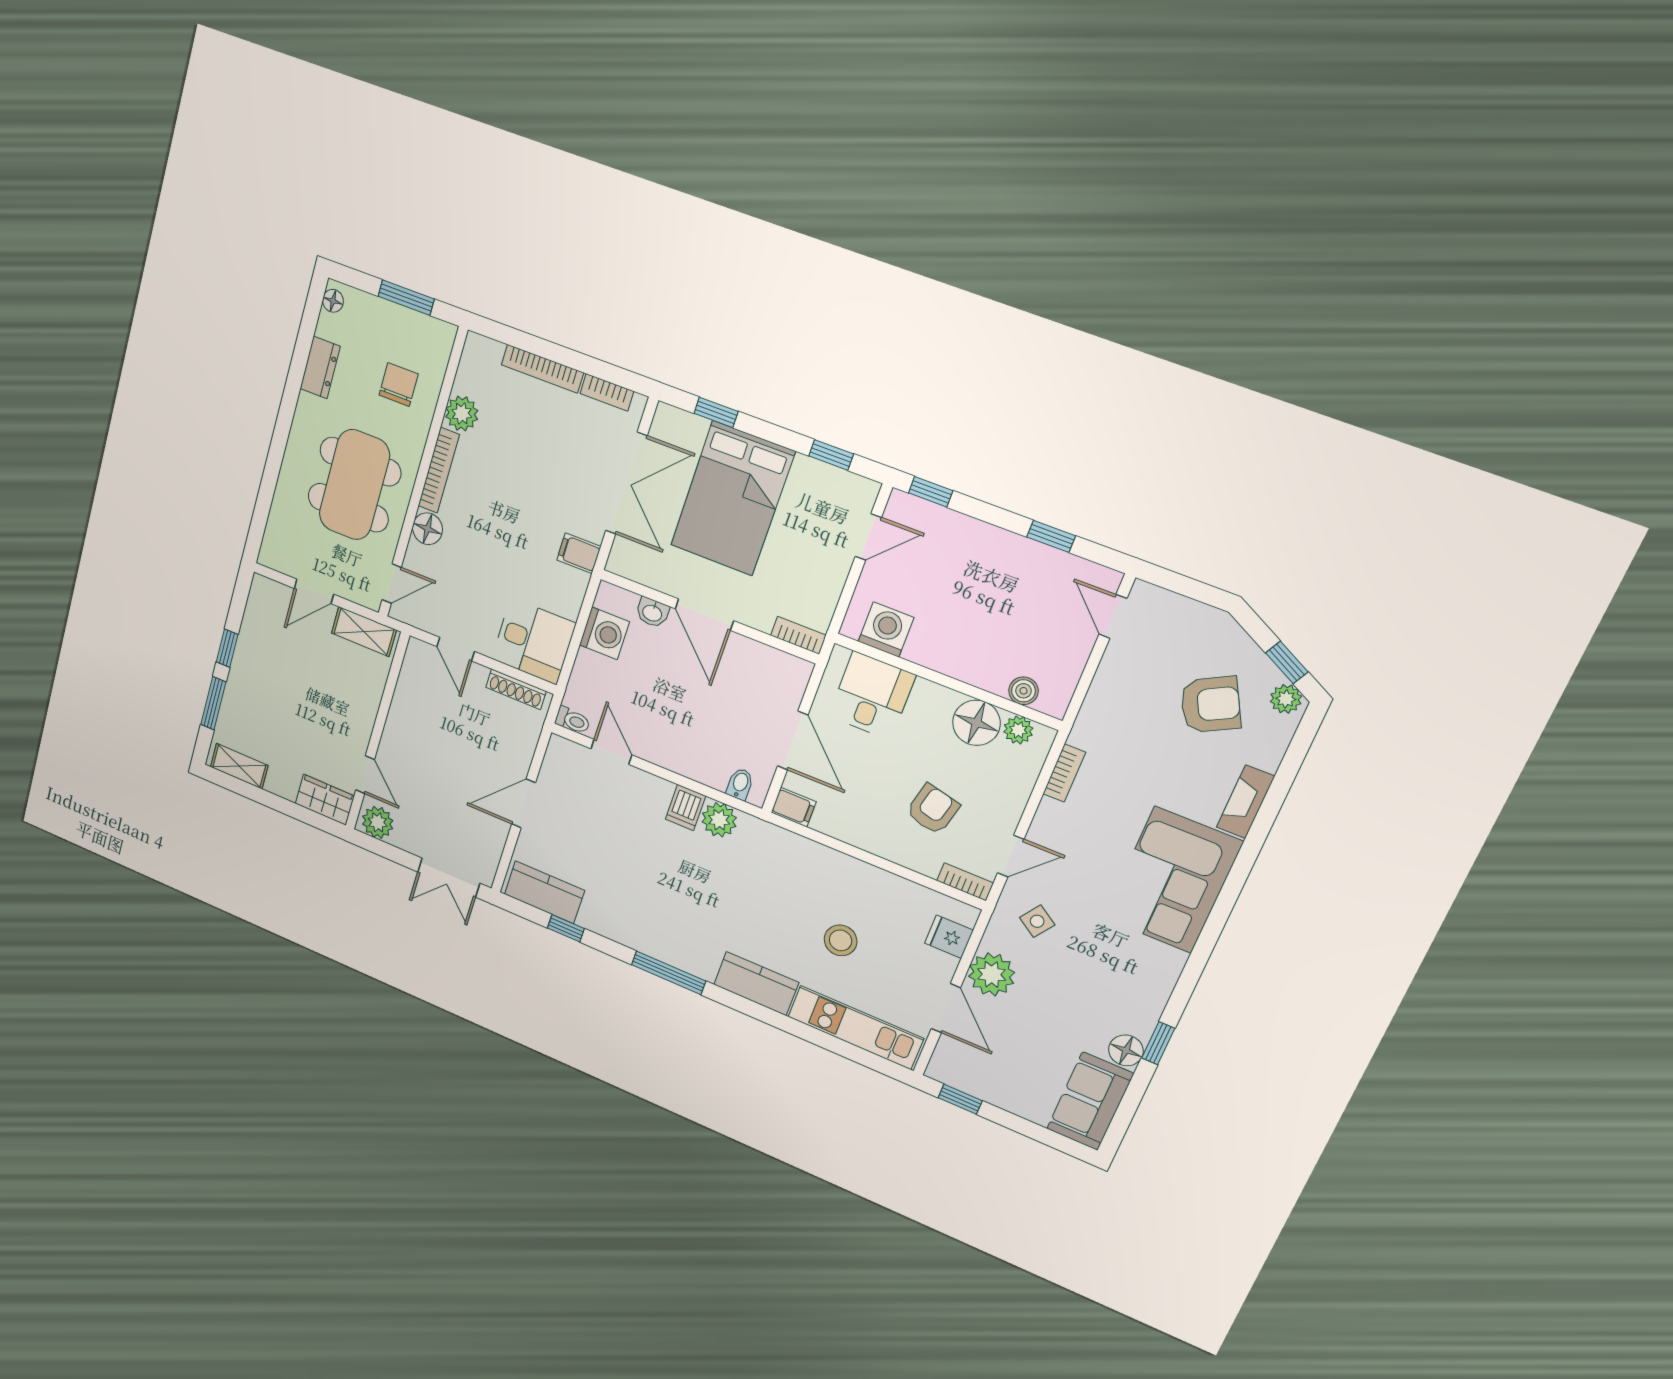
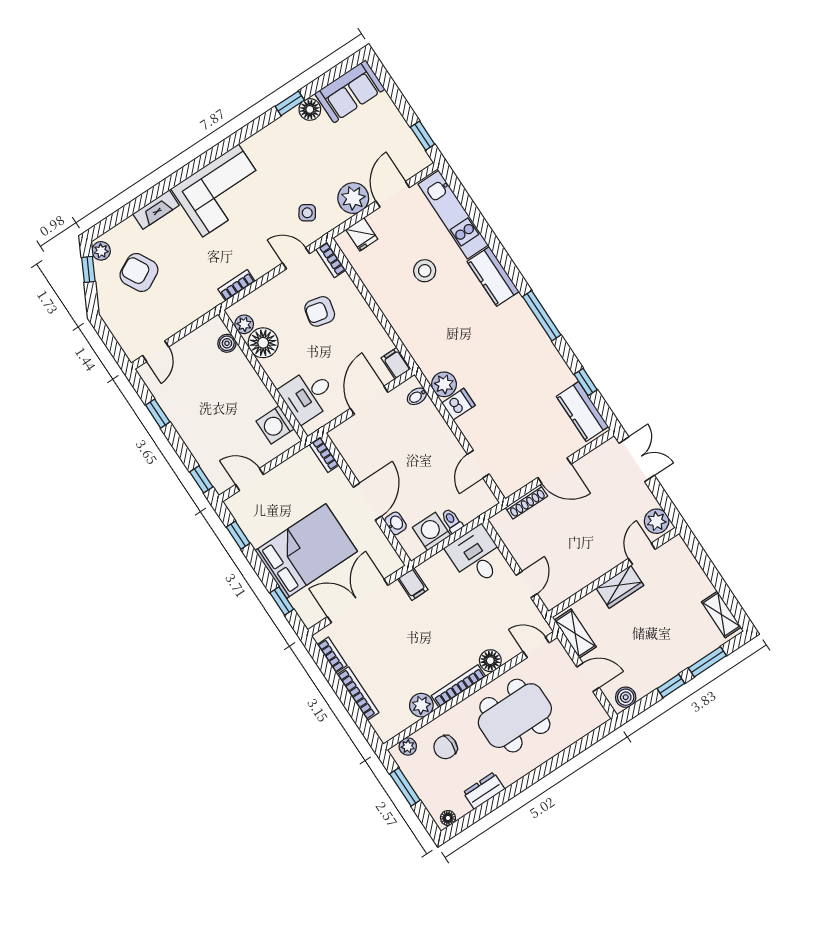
plant: (439, 350) -> (408, 746), added
boiler: (261, 599) -> (626, 697), added
shoe rack: (516, 689) -> (526, 502), moved, turned 90
toilet: (573, 720) -> (452, 521), moved
wardrobe: (325, 800) -> (620, 587), moved, turned -90

